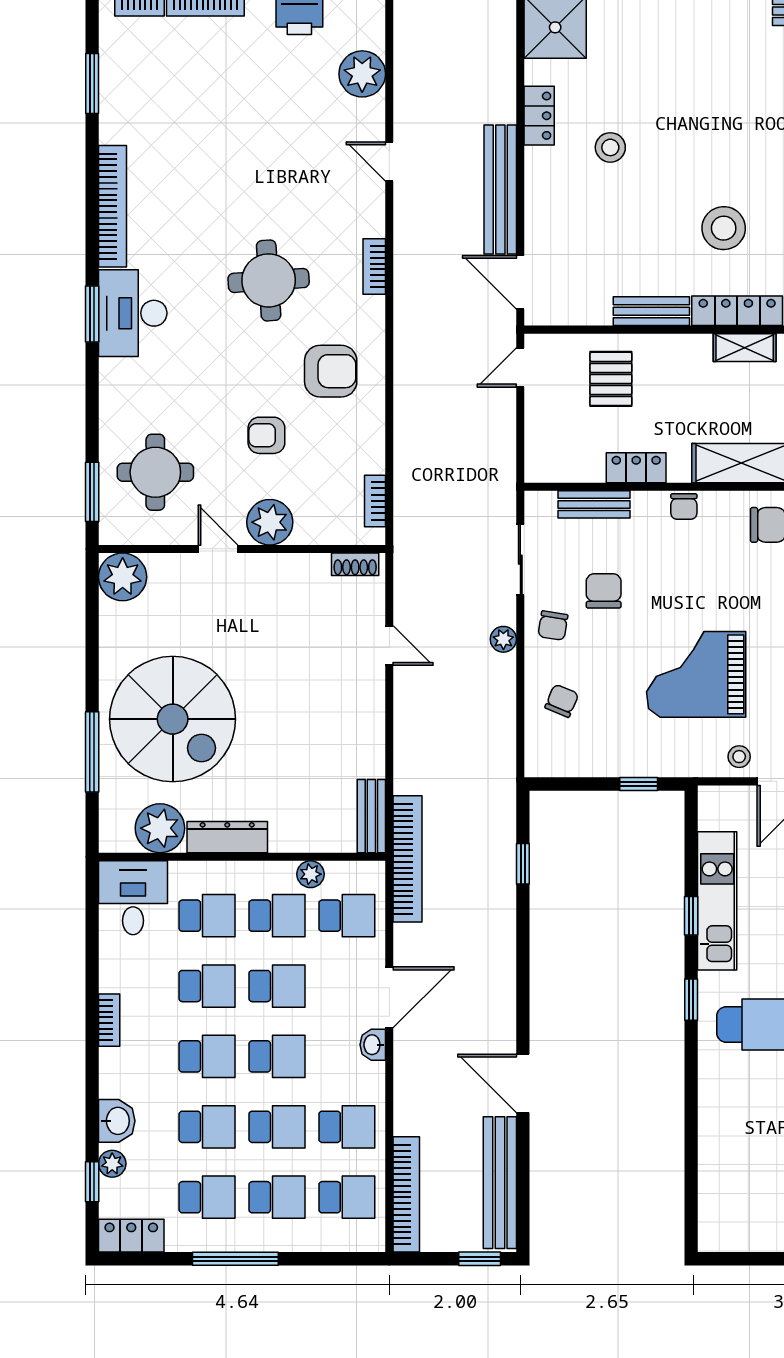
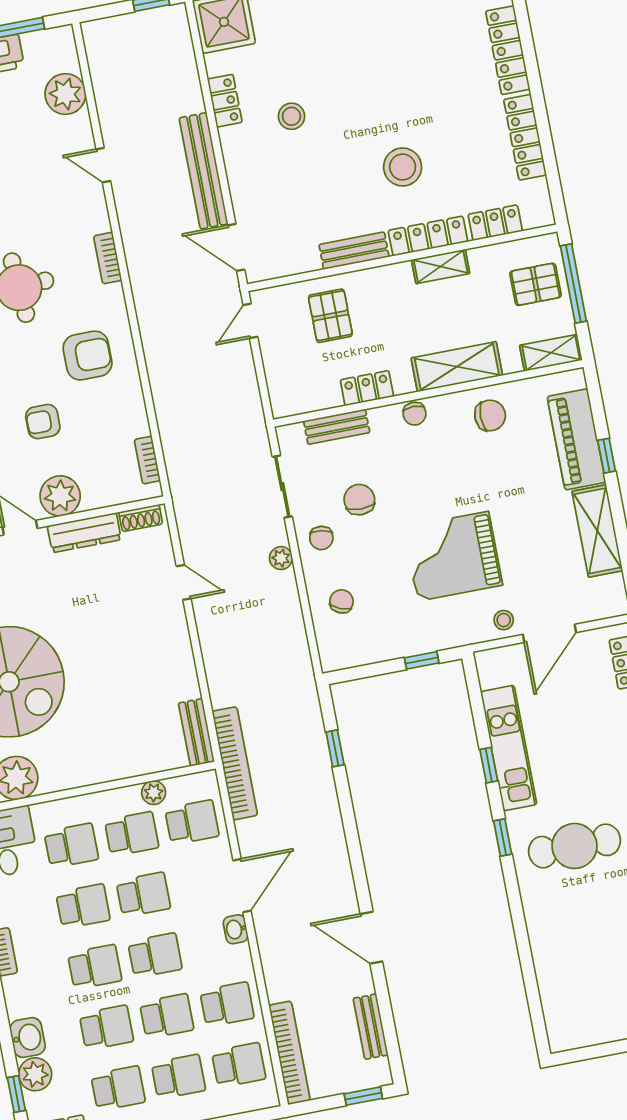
dresser: (227, 837) -> (84, 533), moved, turned 180
plant: (112, 1164) -> (35, 1074), width x1.38, depth x1.38
bench: (500, 1183) -> (371, 1027), width x0.54, depth x0.82

